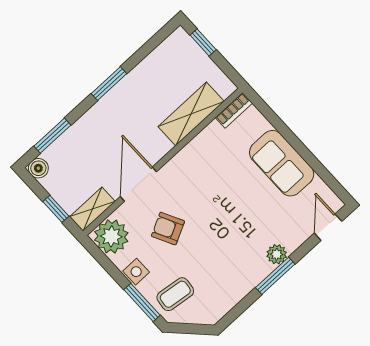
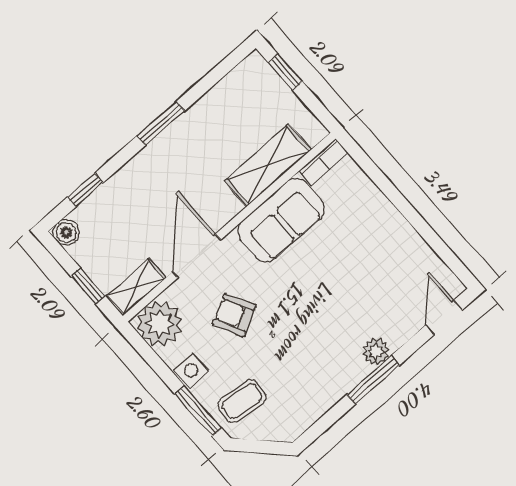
window: (52, 136) -> (85, 190), width x0.67
sofa: (282, 163) -> (281, 220), moved, turned -90

